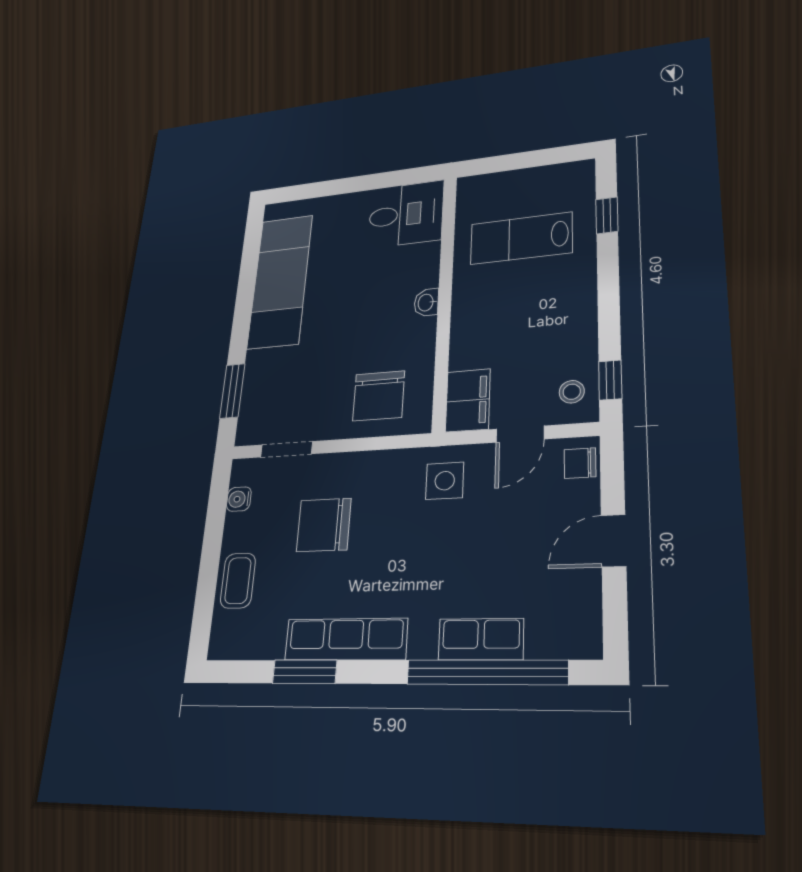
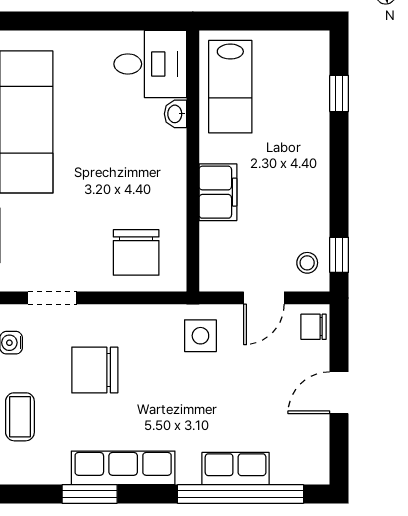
lab bench: (521, 238) -> (230, 87), moved, turned -90
washbasin: (426, 302) -> (175, 114), moved
filing cabinet: (468, 400) -> (218, 192), moved

